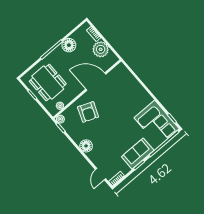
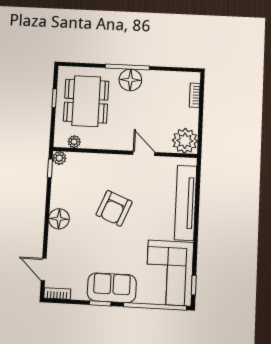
floor lamp: (69, 45) -> (130, 80), moved
plant: (101, 49) -> (185, 141), moved
door: (96, 82) -> (144, 153), width x0.53
tv unit: (135, 86) -> (186, 203), added
armchair: (88, 112) -> (114, 208), moved
door: (101, 174) -> (44, 269), hinge flipped

